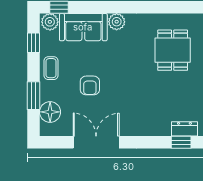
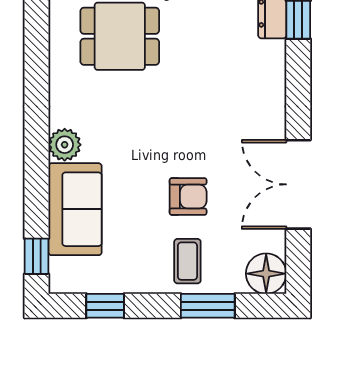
plant: (50, 22) -> (65, 274), removed
coffee table: (51, 68) -> (187, 261), moved, turned 90
floor lamp: (50, 112) -> (266, 274), moved

